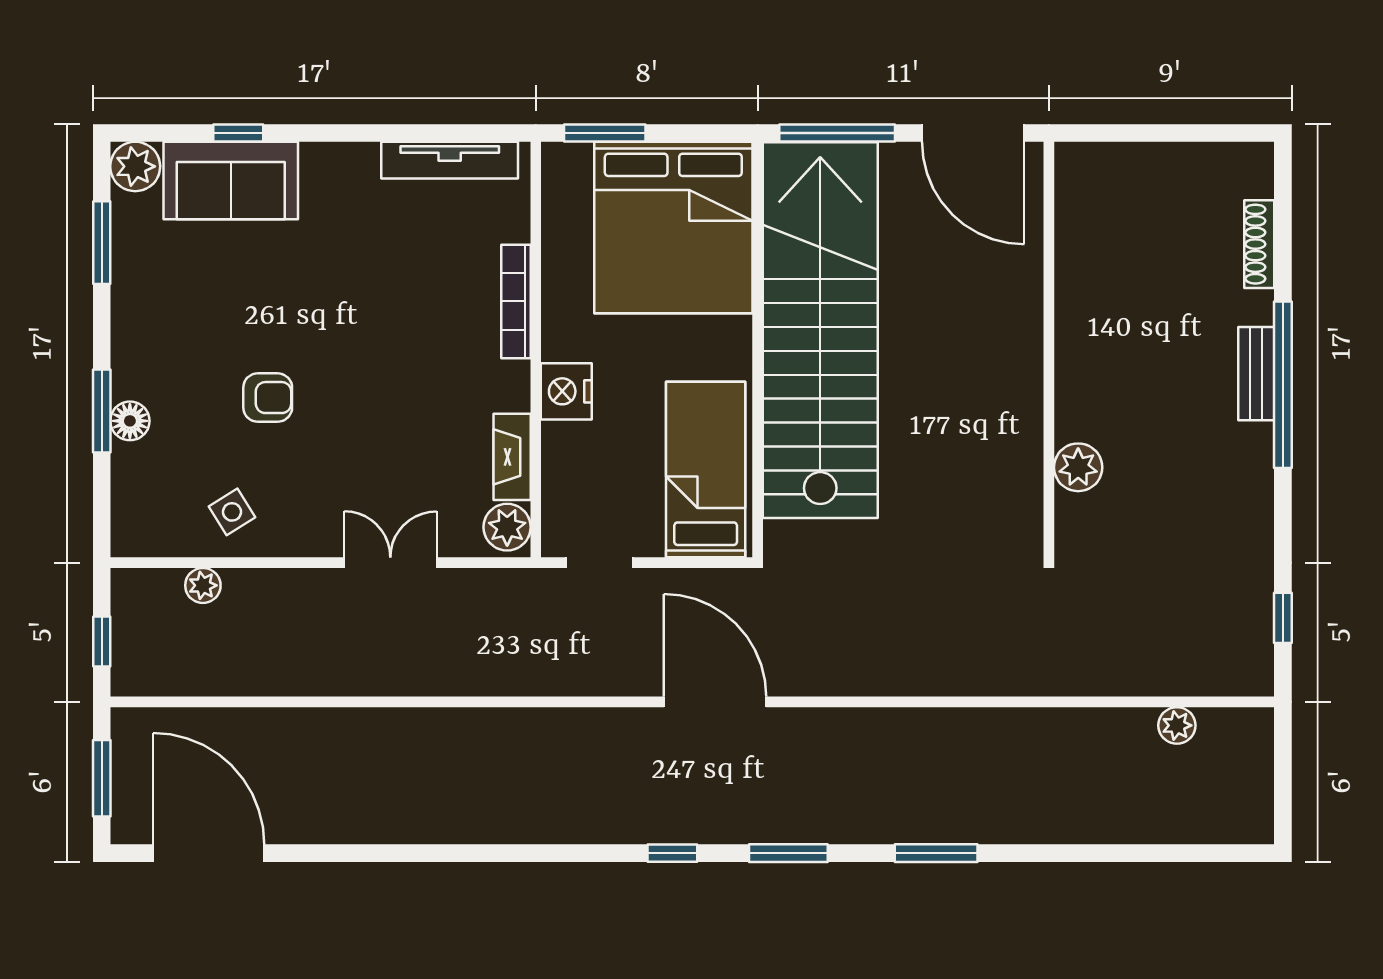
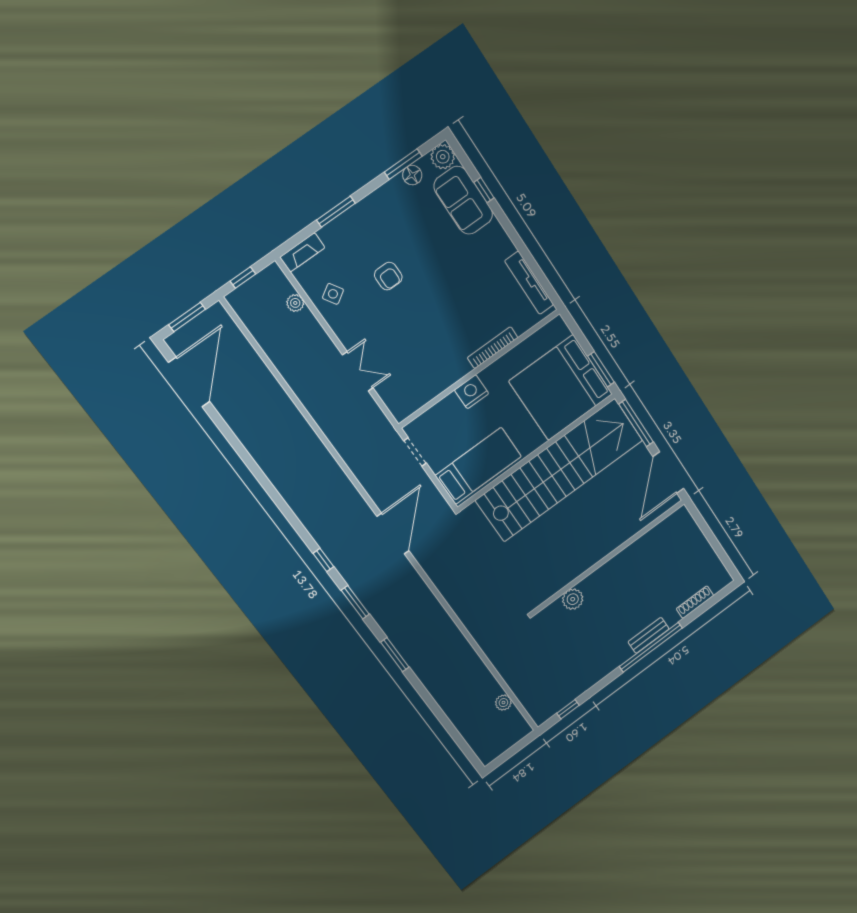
window: (605, 133) -> (601, 369), moved
floor lamp: (130, 421) -> (412, 175), moved
fireplace: (512, 457) -> (302, 252), moved, turned 180
plant: (507, 527) -> (404, 407), removed

